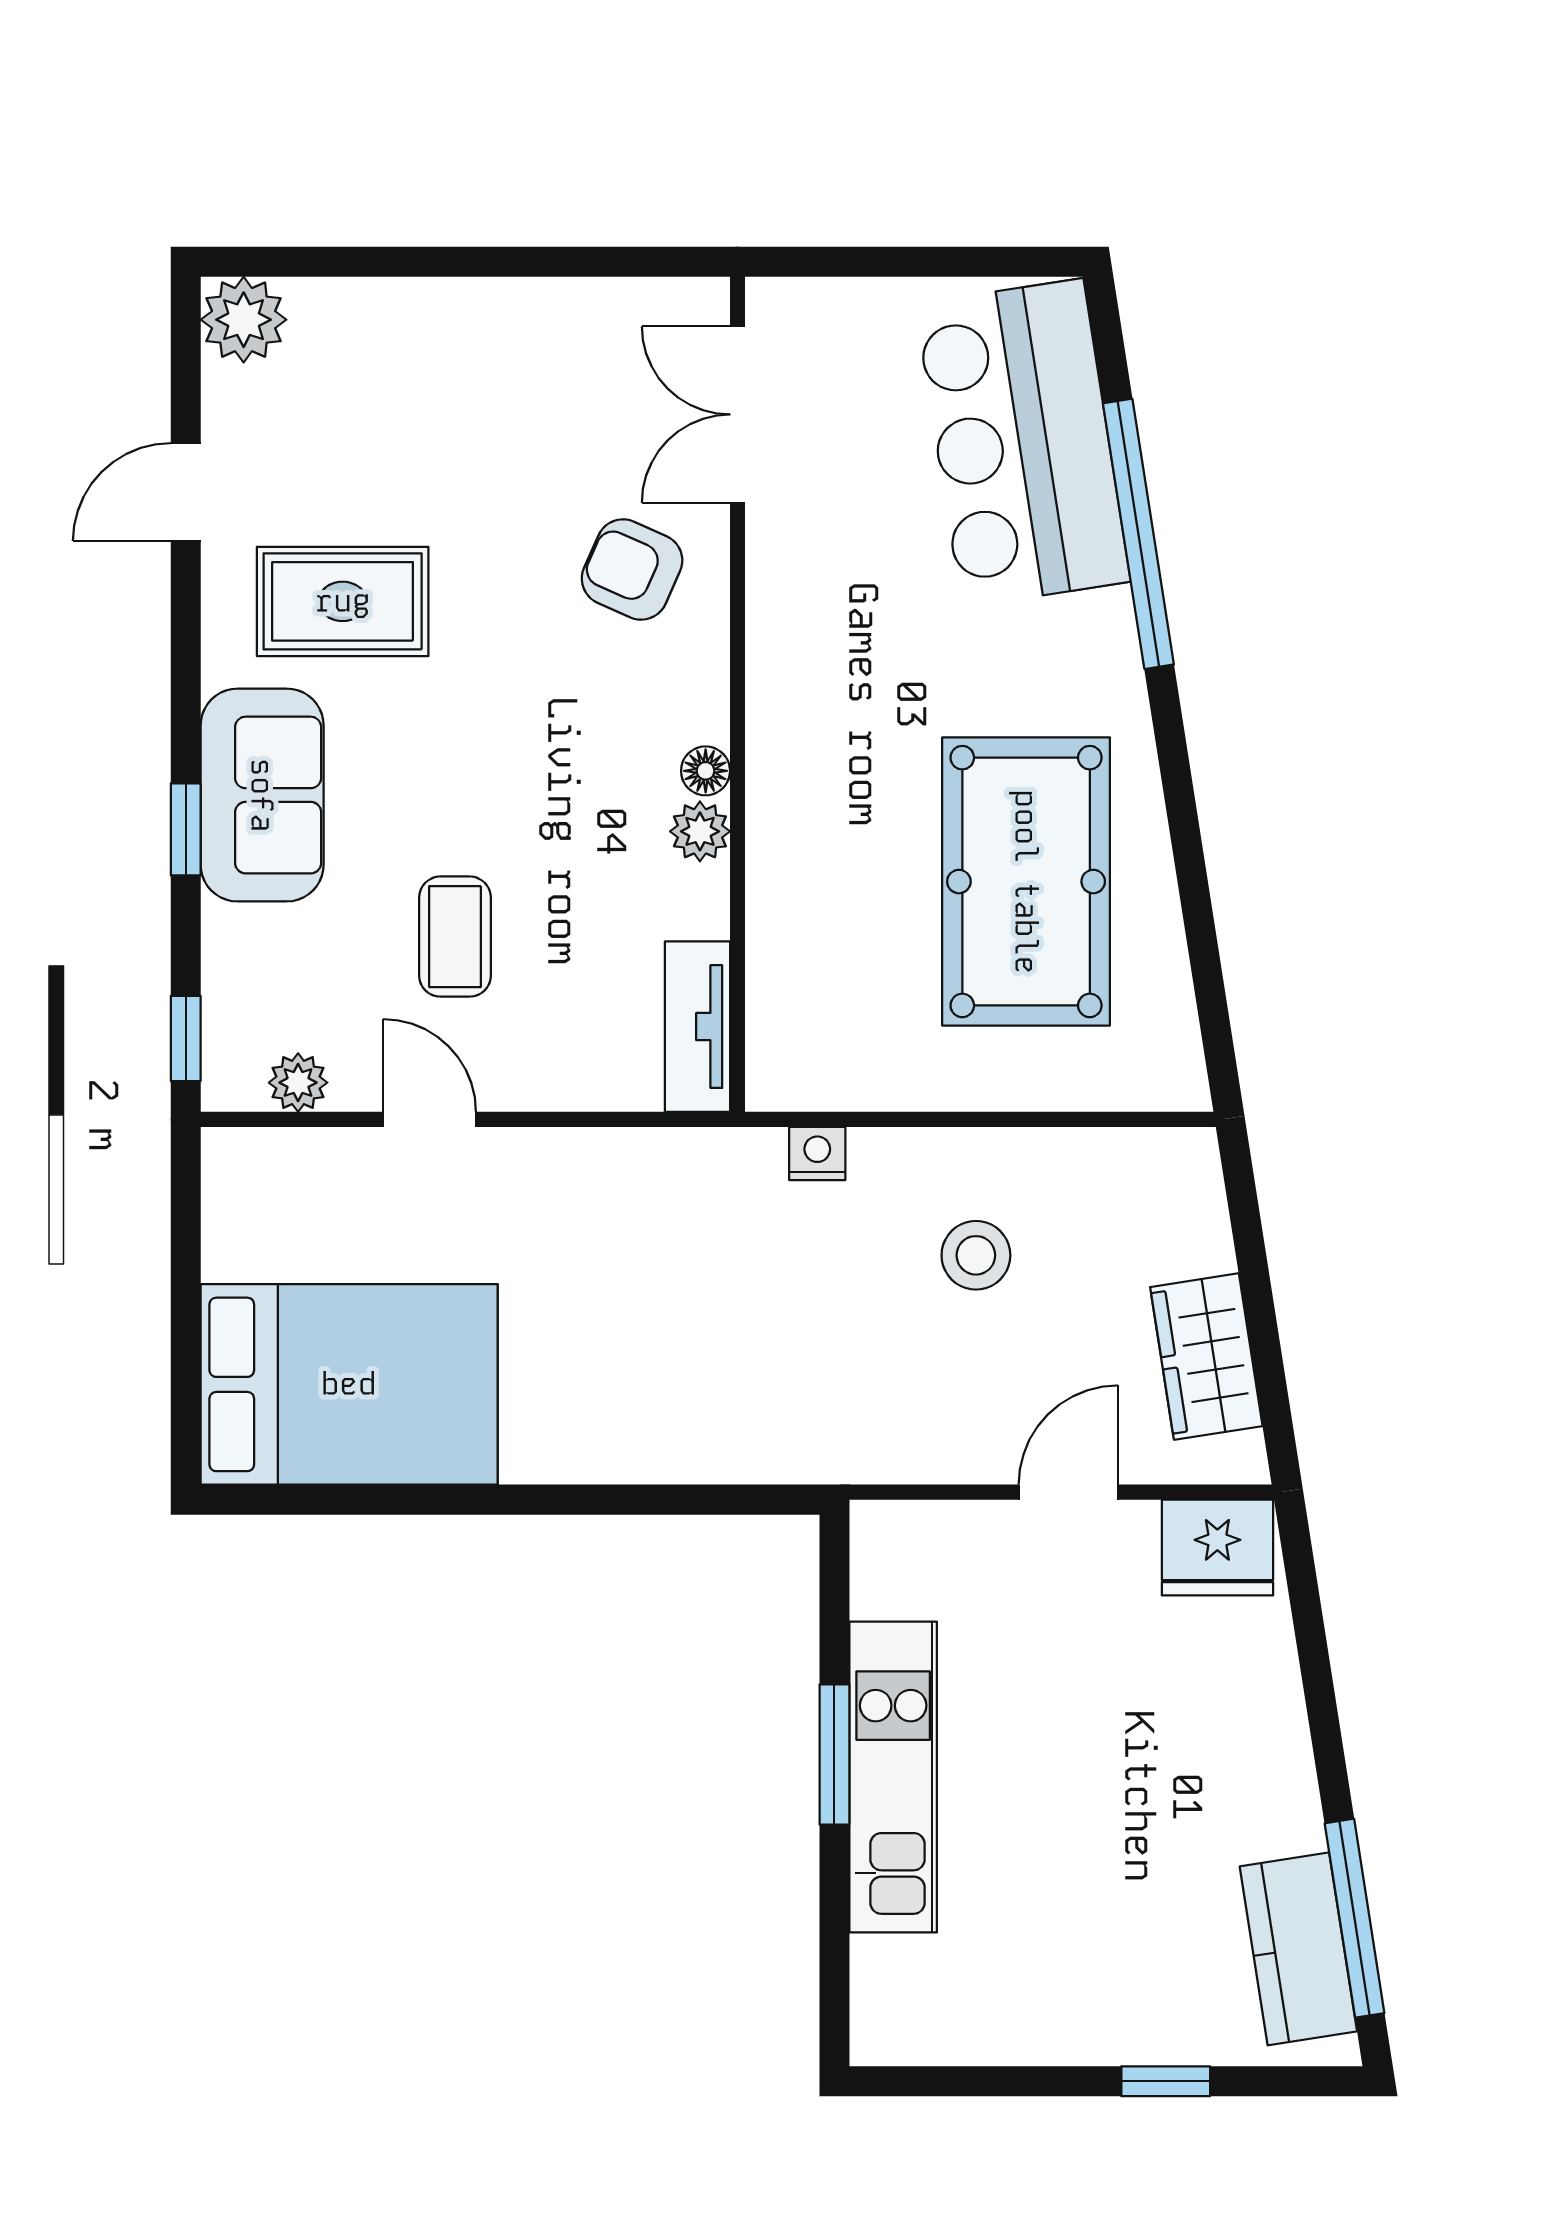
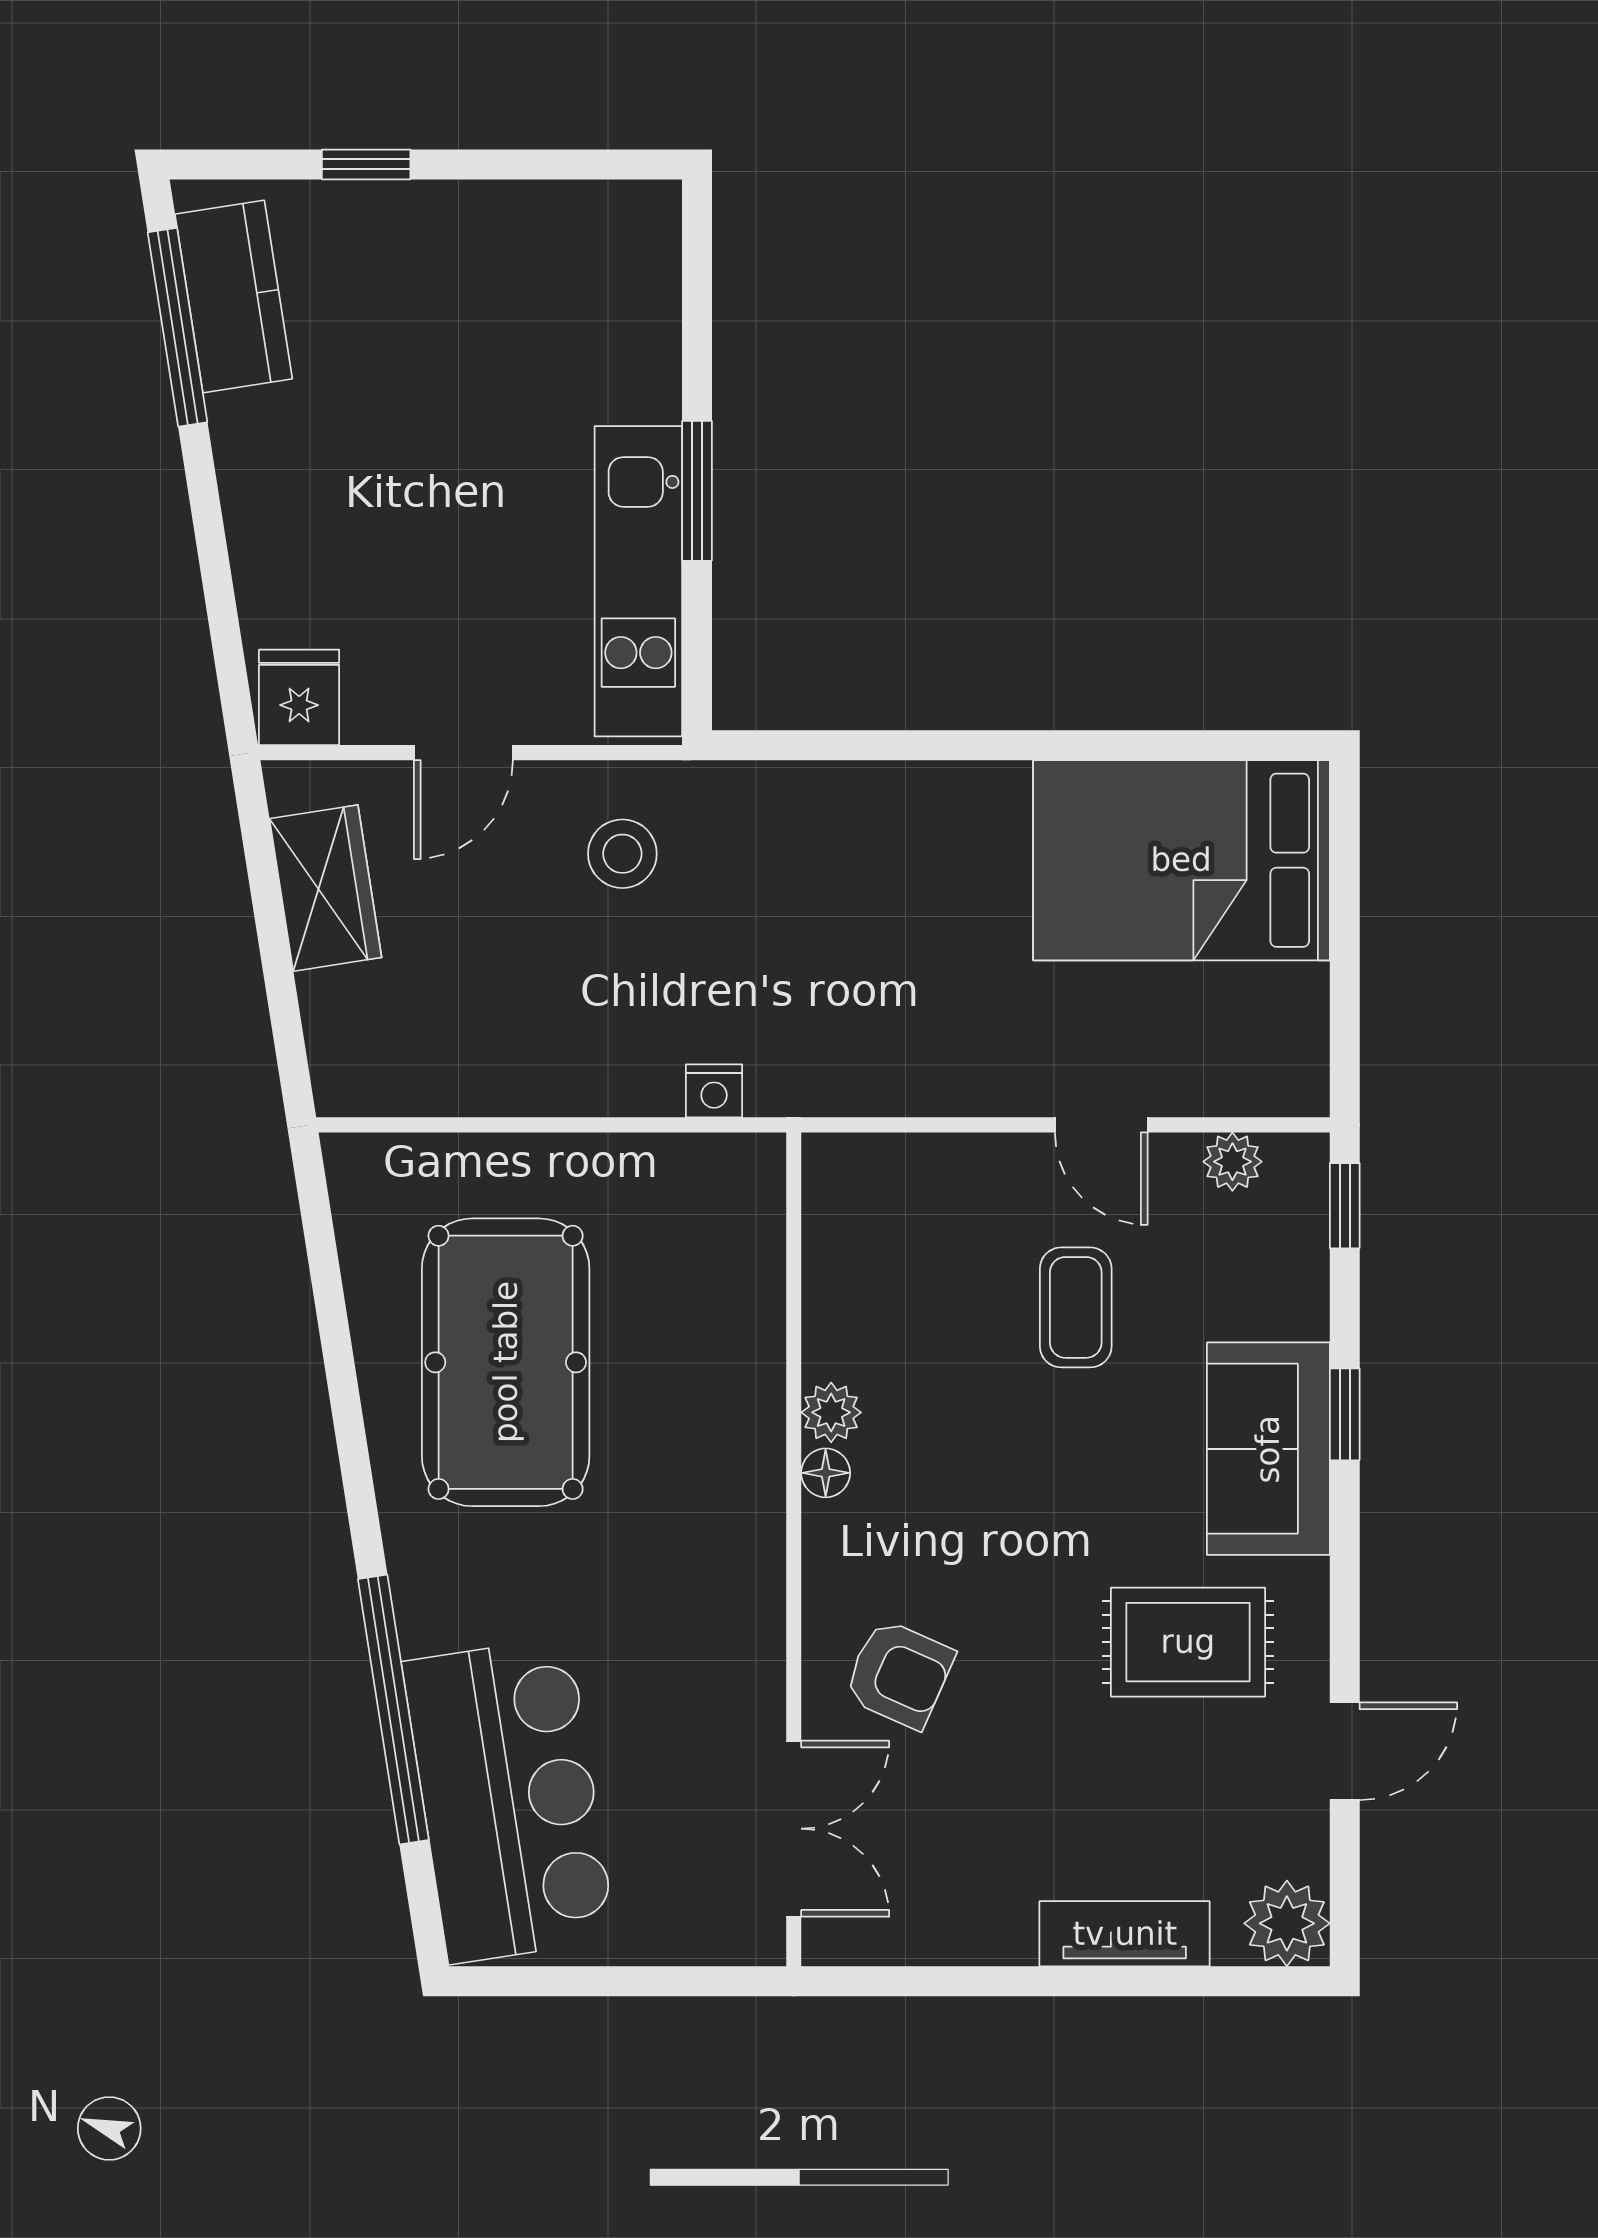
tv unit: (697, 1027) -> (1125, 1934), moved, turned -90
stool: (976, 1255) -> (622, 854), moved
fridge: (1217, 1548) -> (299, 697), width x0.72
kitchen unit: (893, 1777) -> (638, 581), moved

